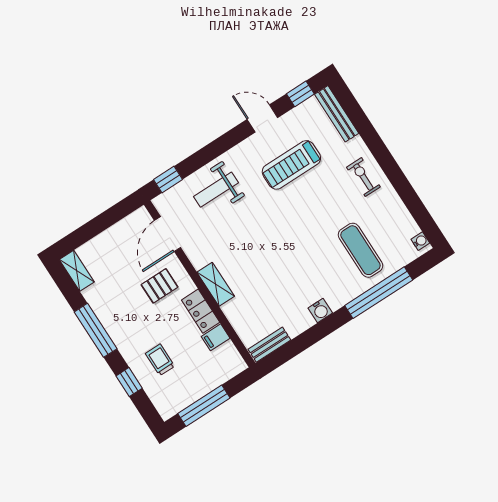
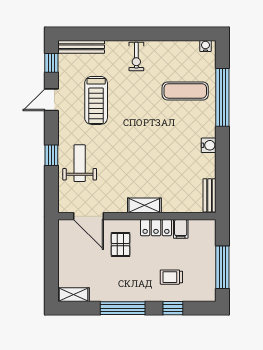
exercise bike: (363, 177) -> (136, 57), turned -90
window: (168, 180) -> (51, 155), moved
weight bench: (216, 190) -> (80, 163), turned 180

